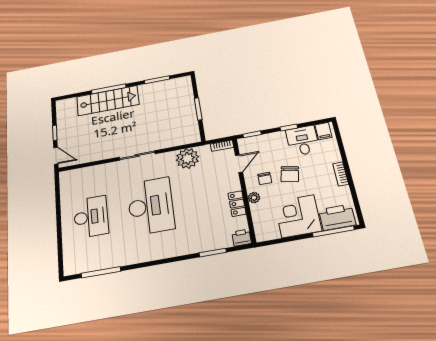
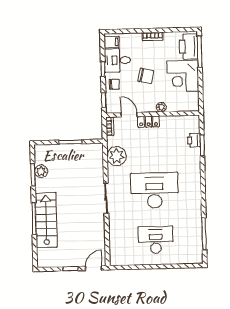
plant: (162, 87) -> (41, 171), added
chair: (265, 178) -> (114, 84), moved
locker: (237, 204) -> (149, 122), moved
printer: (242, 238) -> (194, 140), moved

